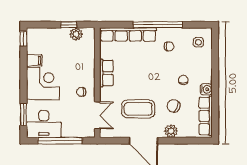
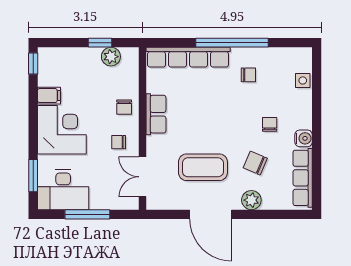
side table: (198, 42) -> (303, 80), moved
chair: (85, 68) -> (124, 107), added
double door: (97, 115) -> (142, 177), swing flipped
window: (60, 141) -> (87, 214), width x0.68

